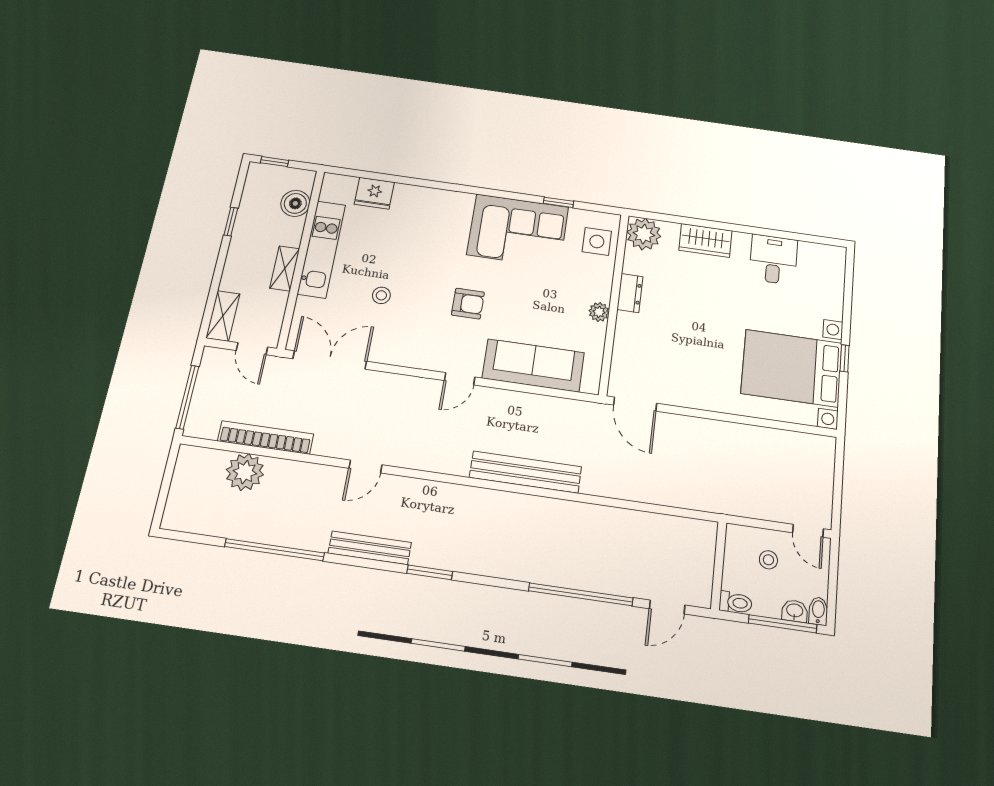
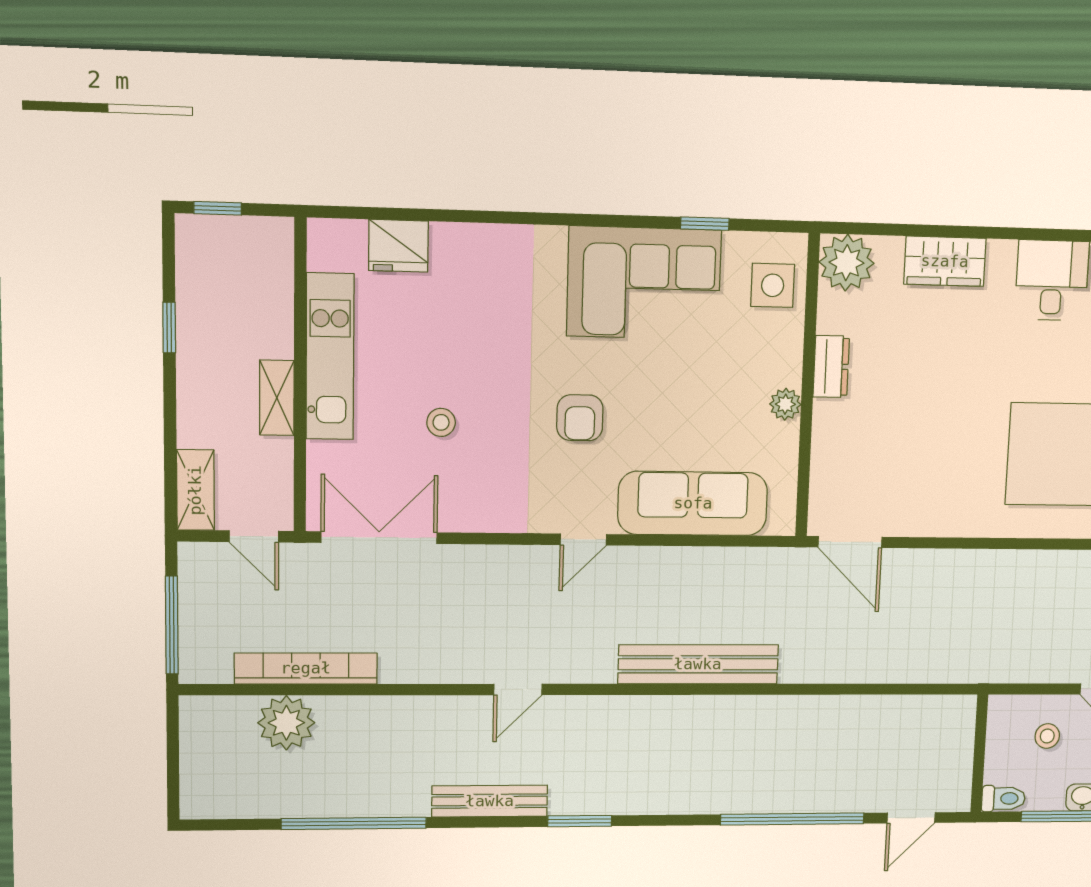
boiler: (295, 203) -> (270, 281), removed
armchair: (468, 304) -> (580, 418), turned 90
door: (365, 466) -> (518, 689), moved

